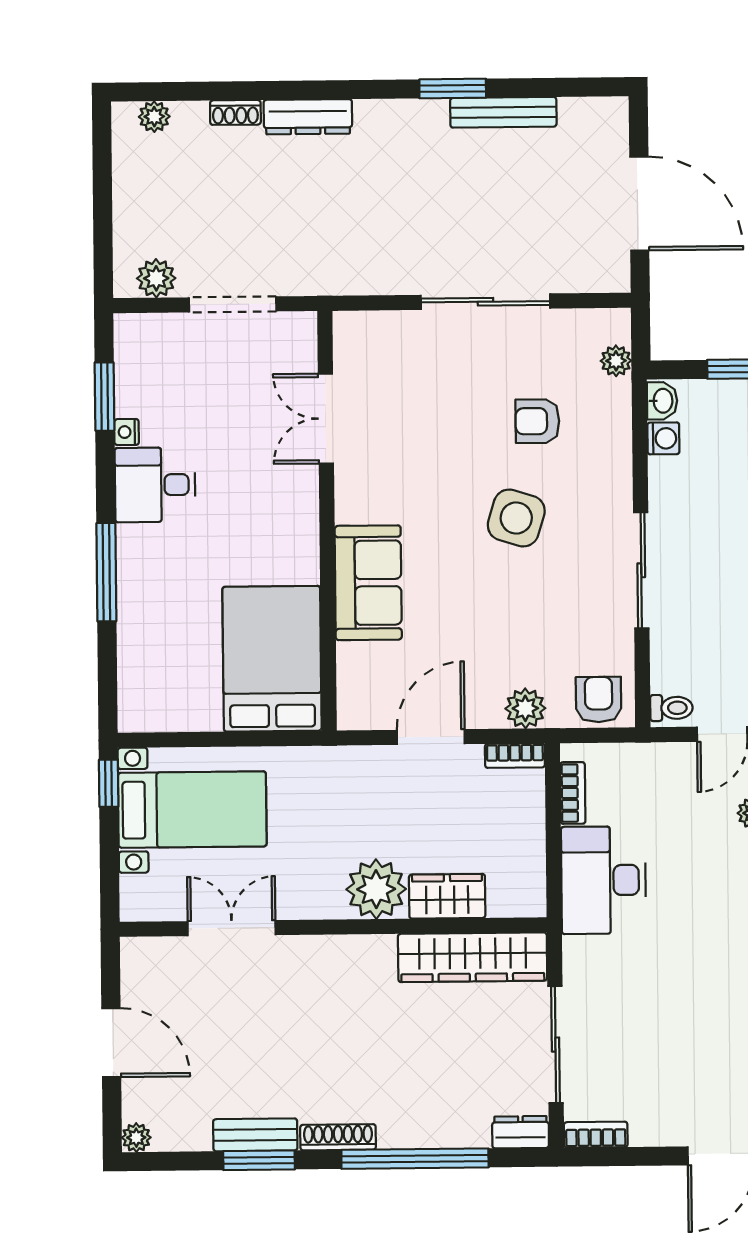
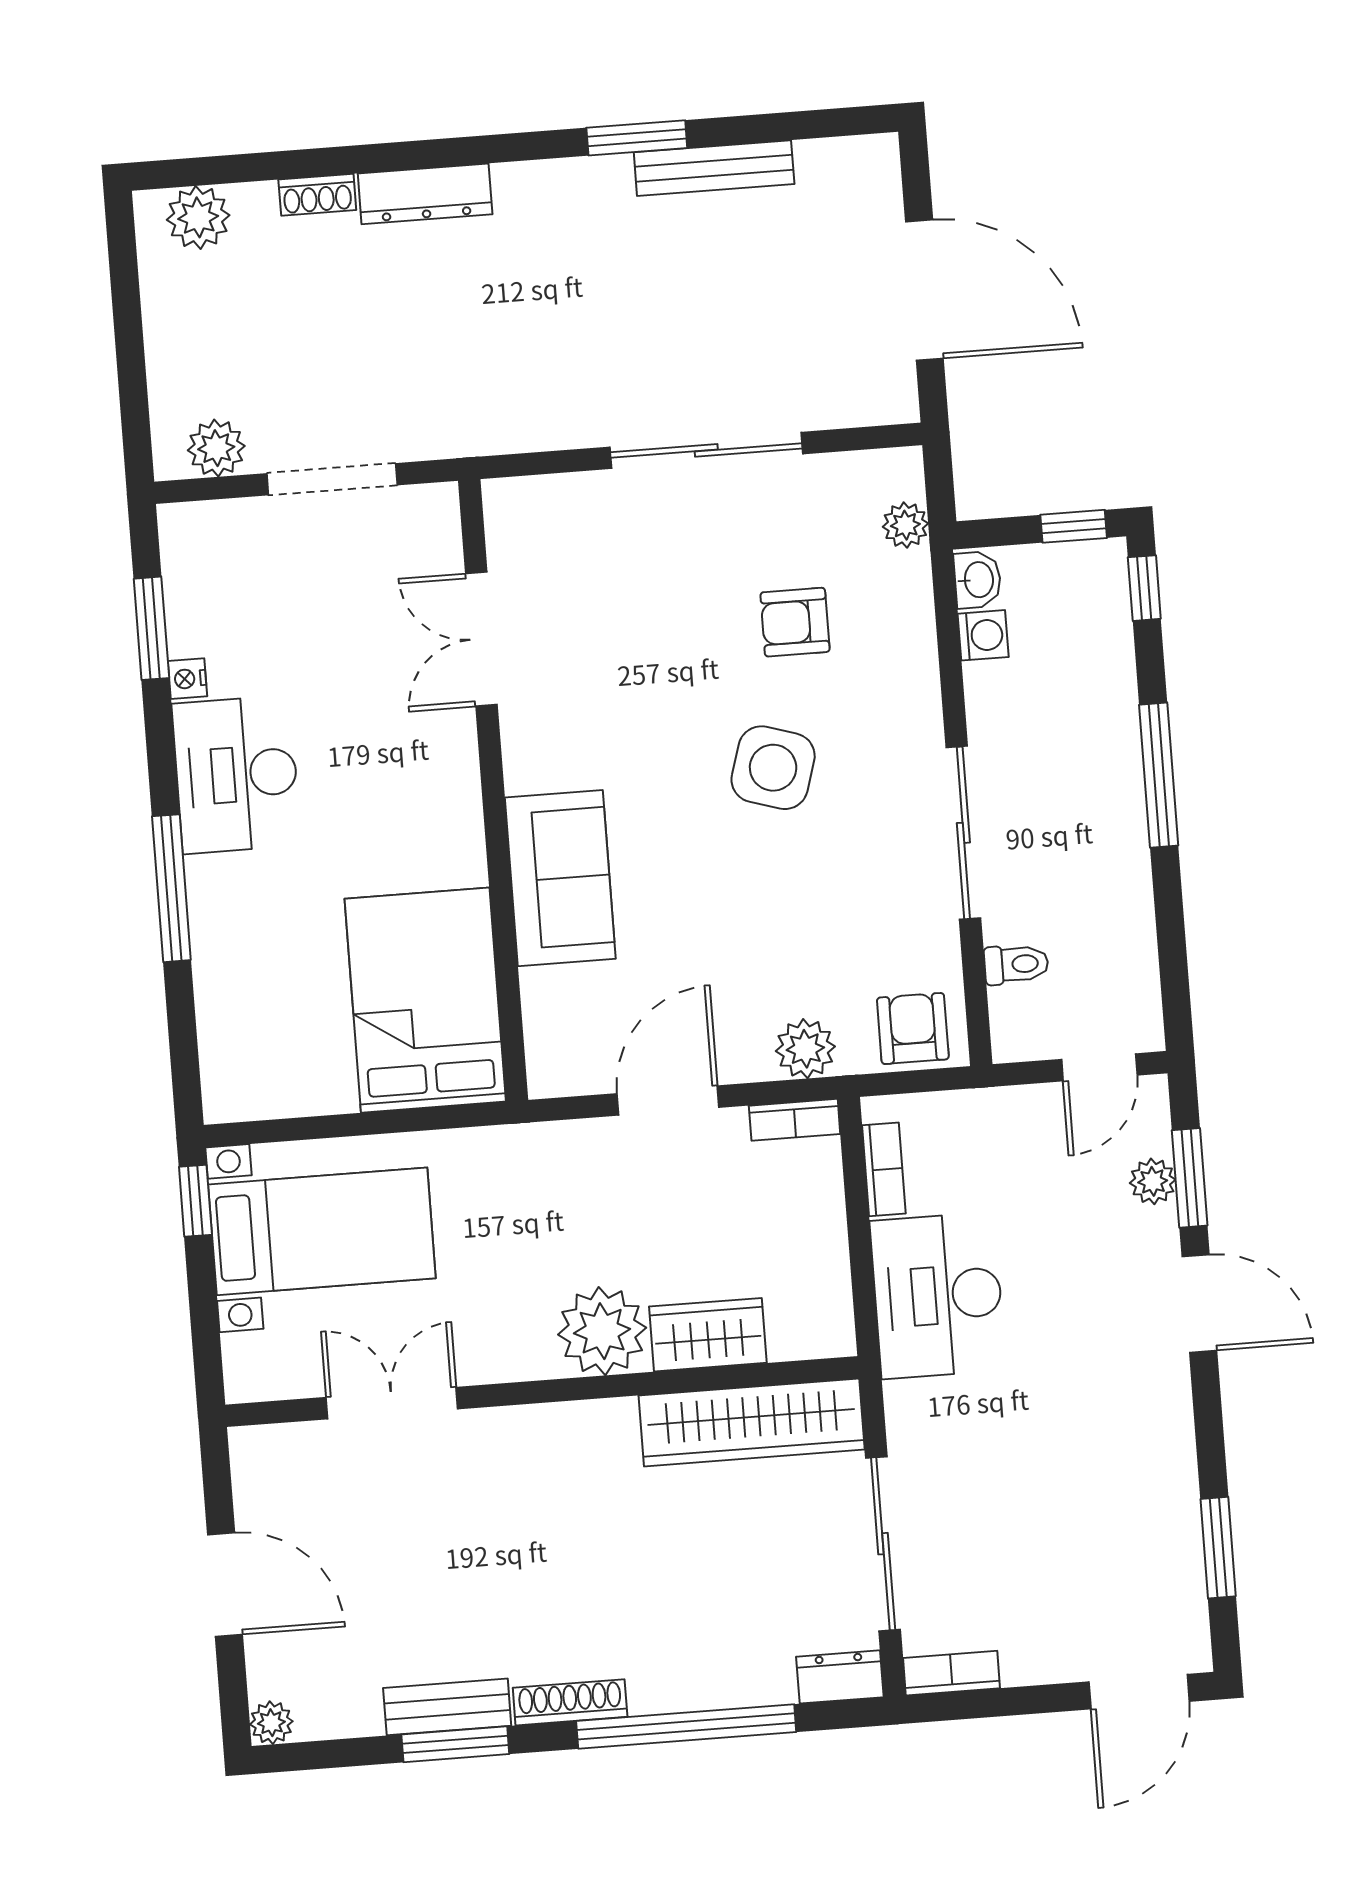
plant: (154, 117) -> (198, 217), width x1.38, depth x1.38
desk: (155, 485) -> (236, 775), width x1.37
toilet: (671, 708) -> (1016, 964), moved

